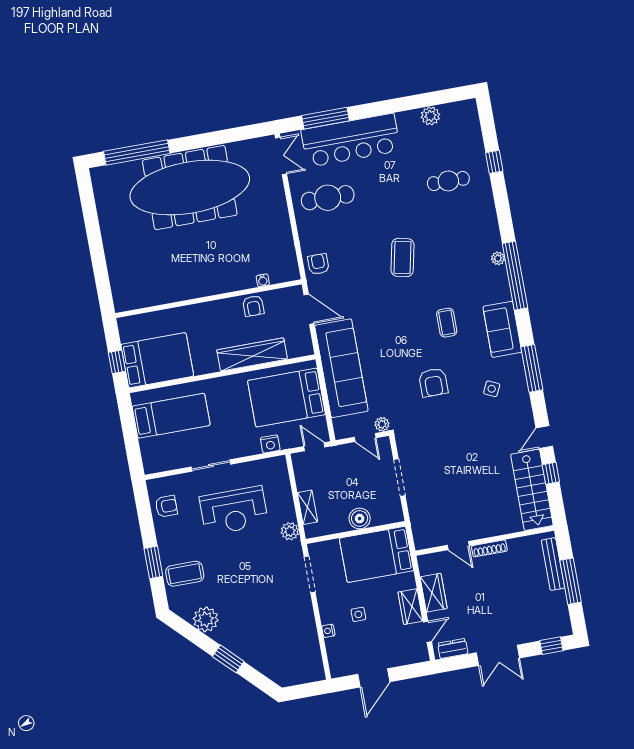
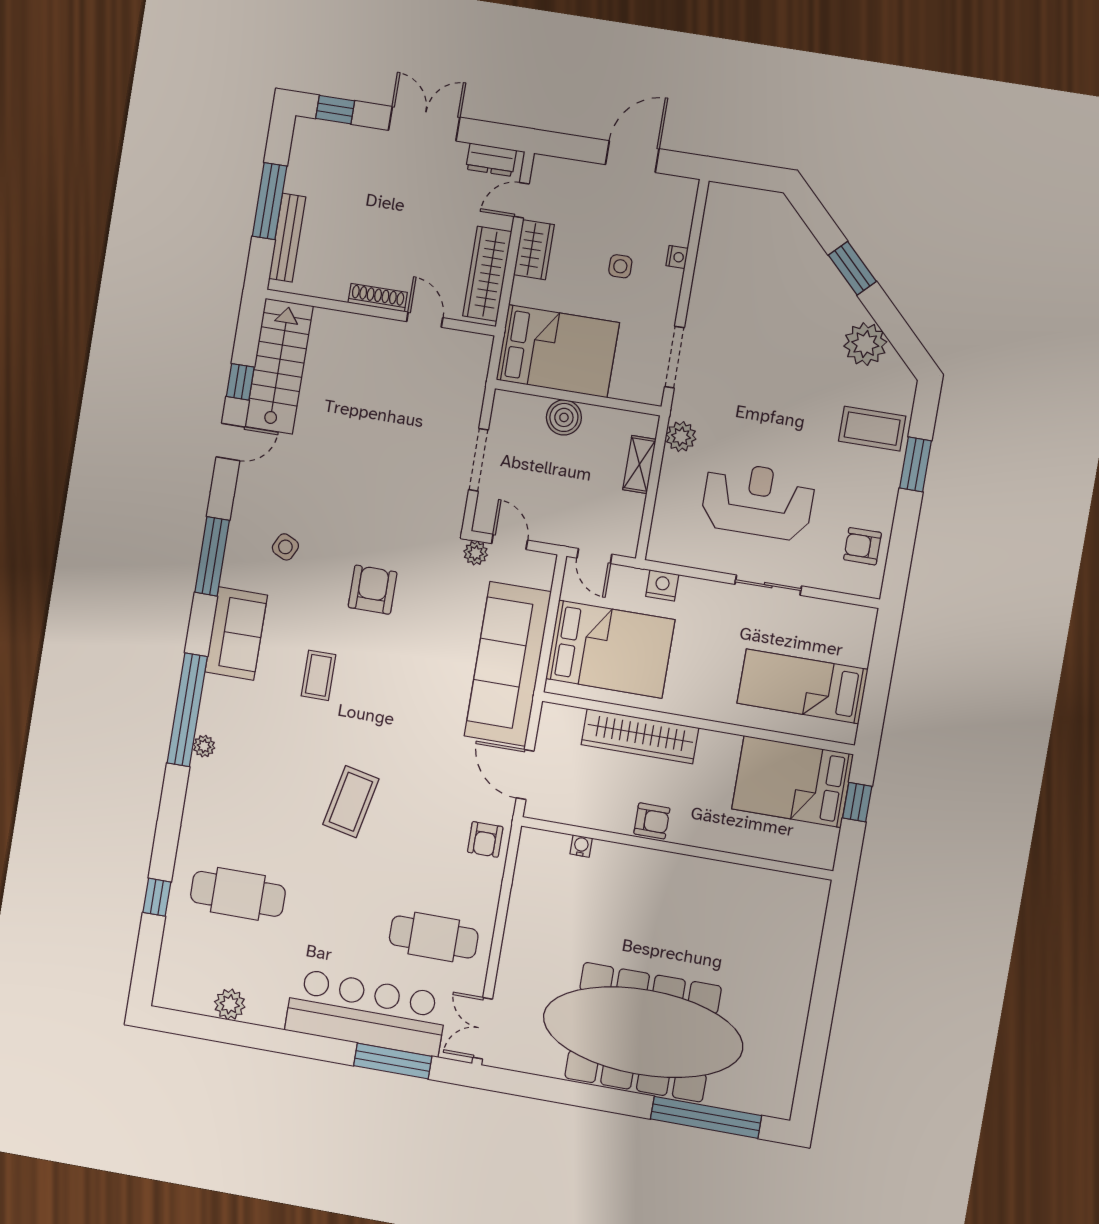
cafe table: (448, 181) -> (238, 894), width x1.37, depth x1.35
armchair: (253, 306) -> (652, 821), moved, turned 90
wardrobe: (434, 593) -> (487, 274), width x1.50

